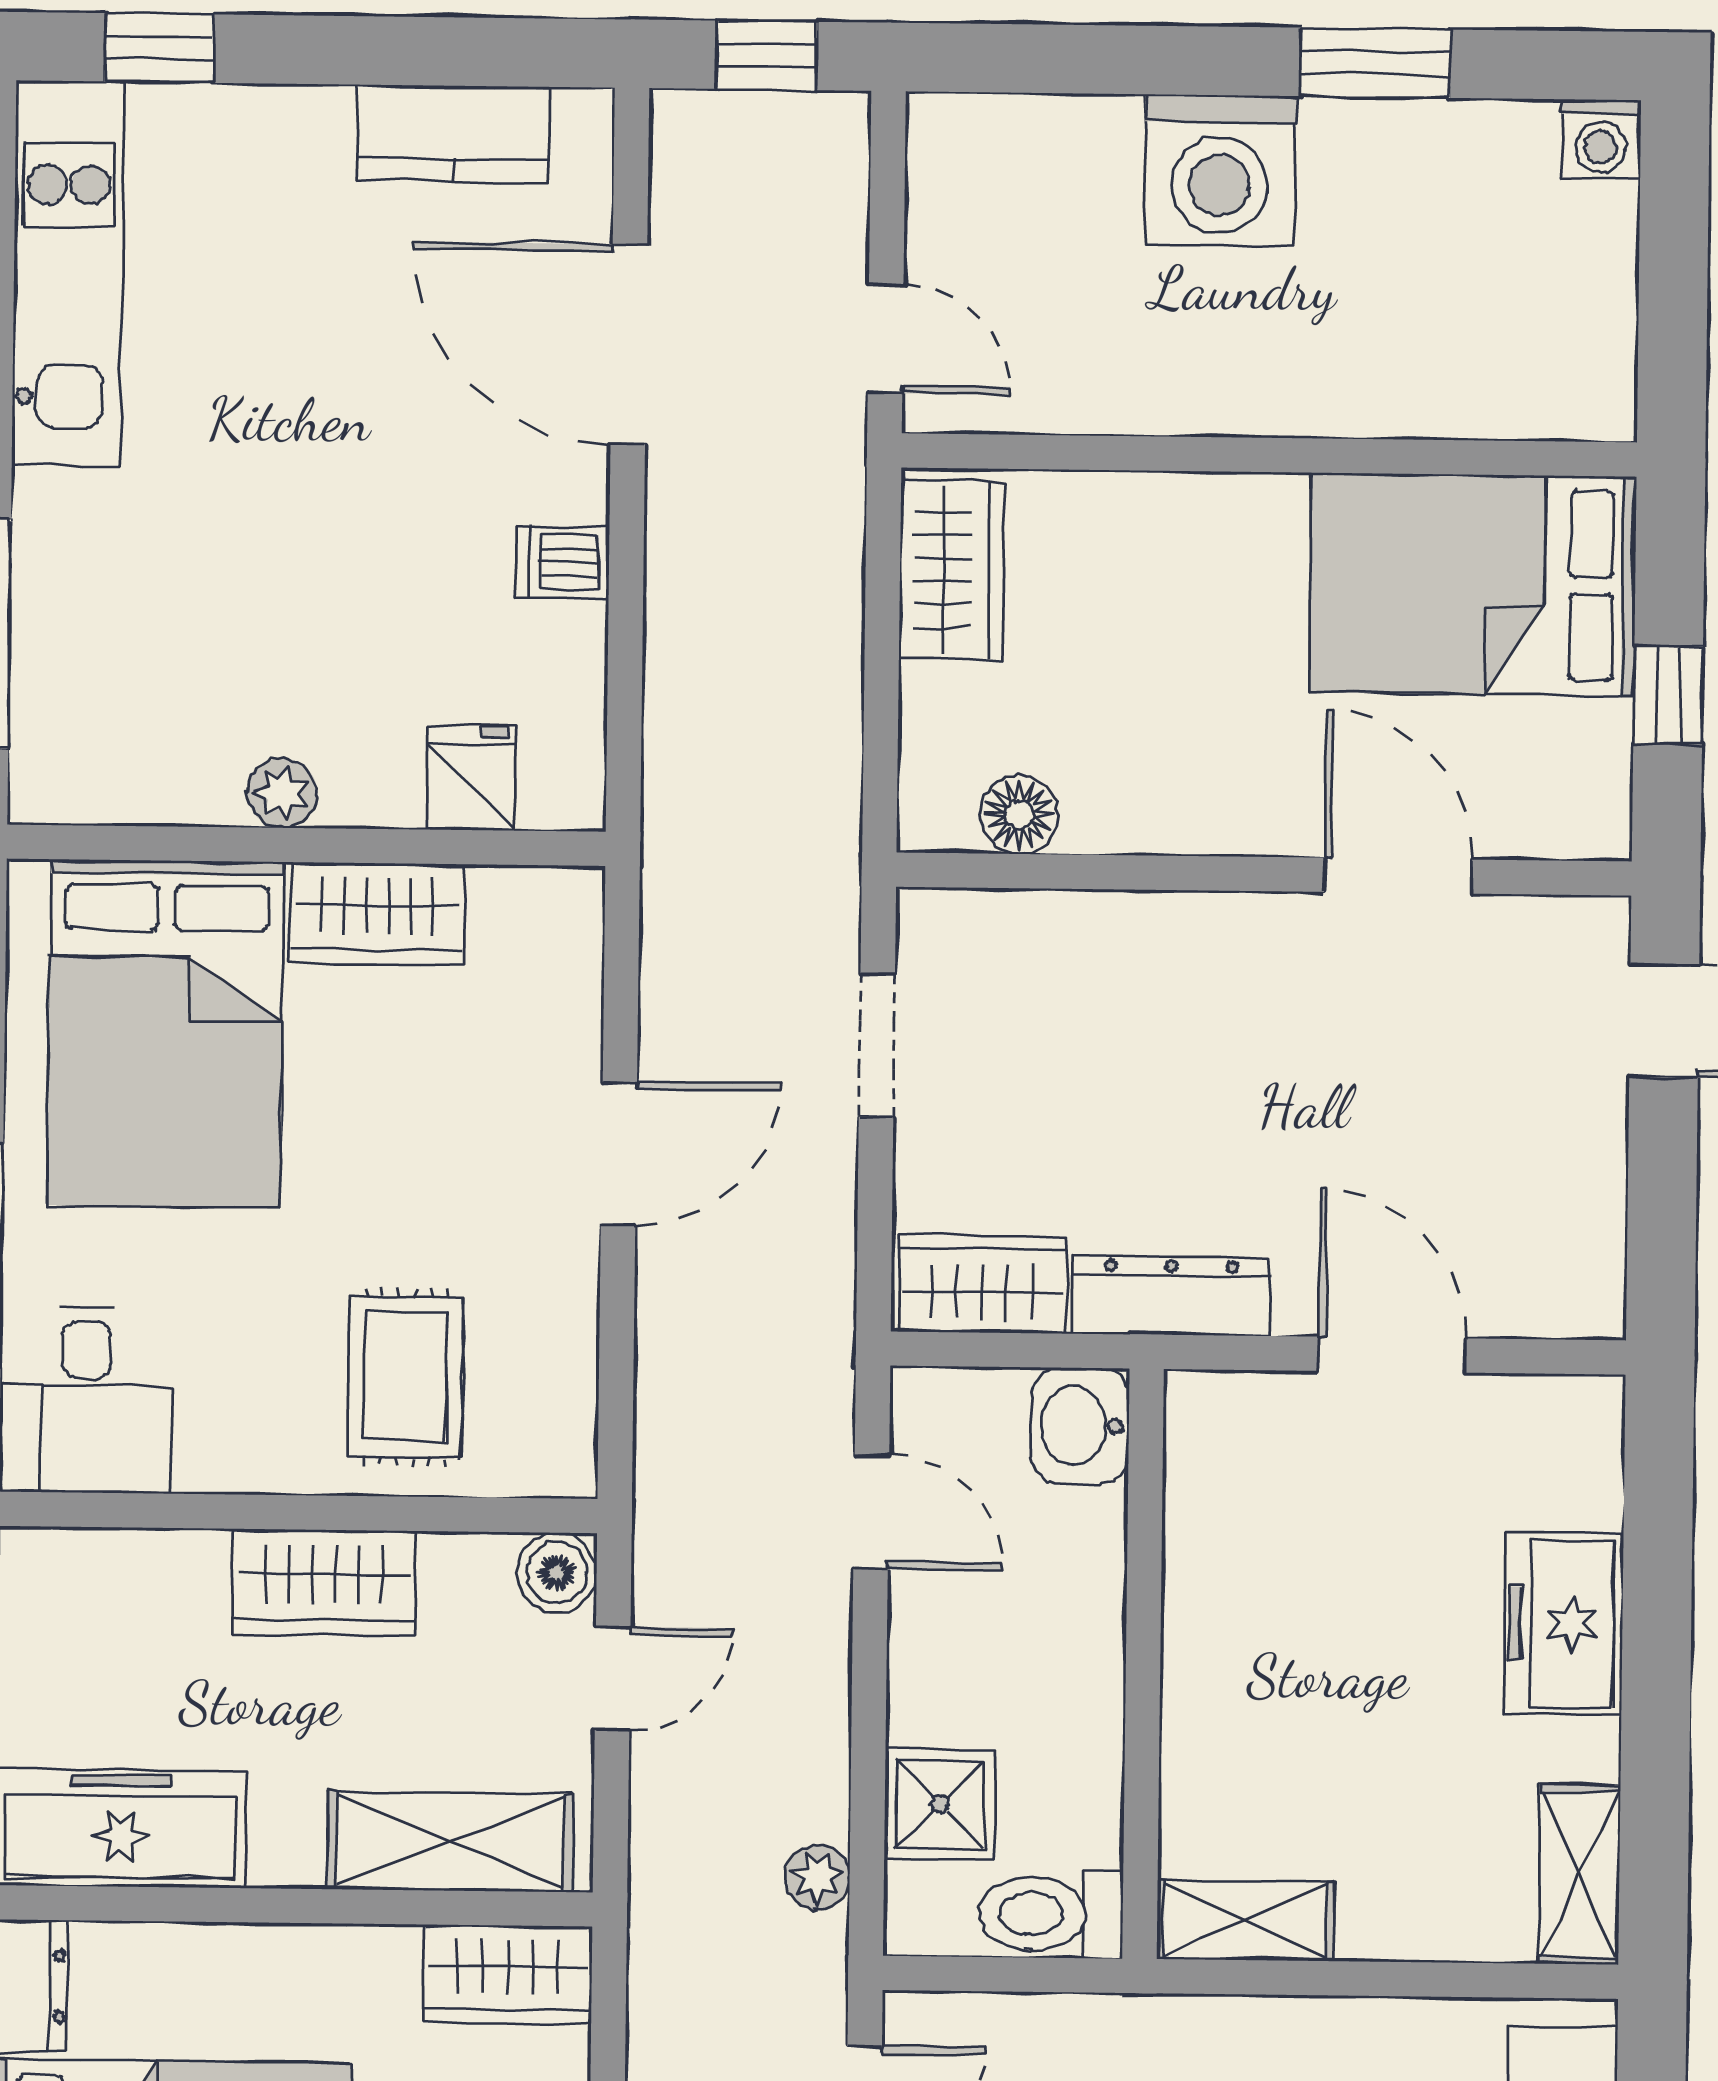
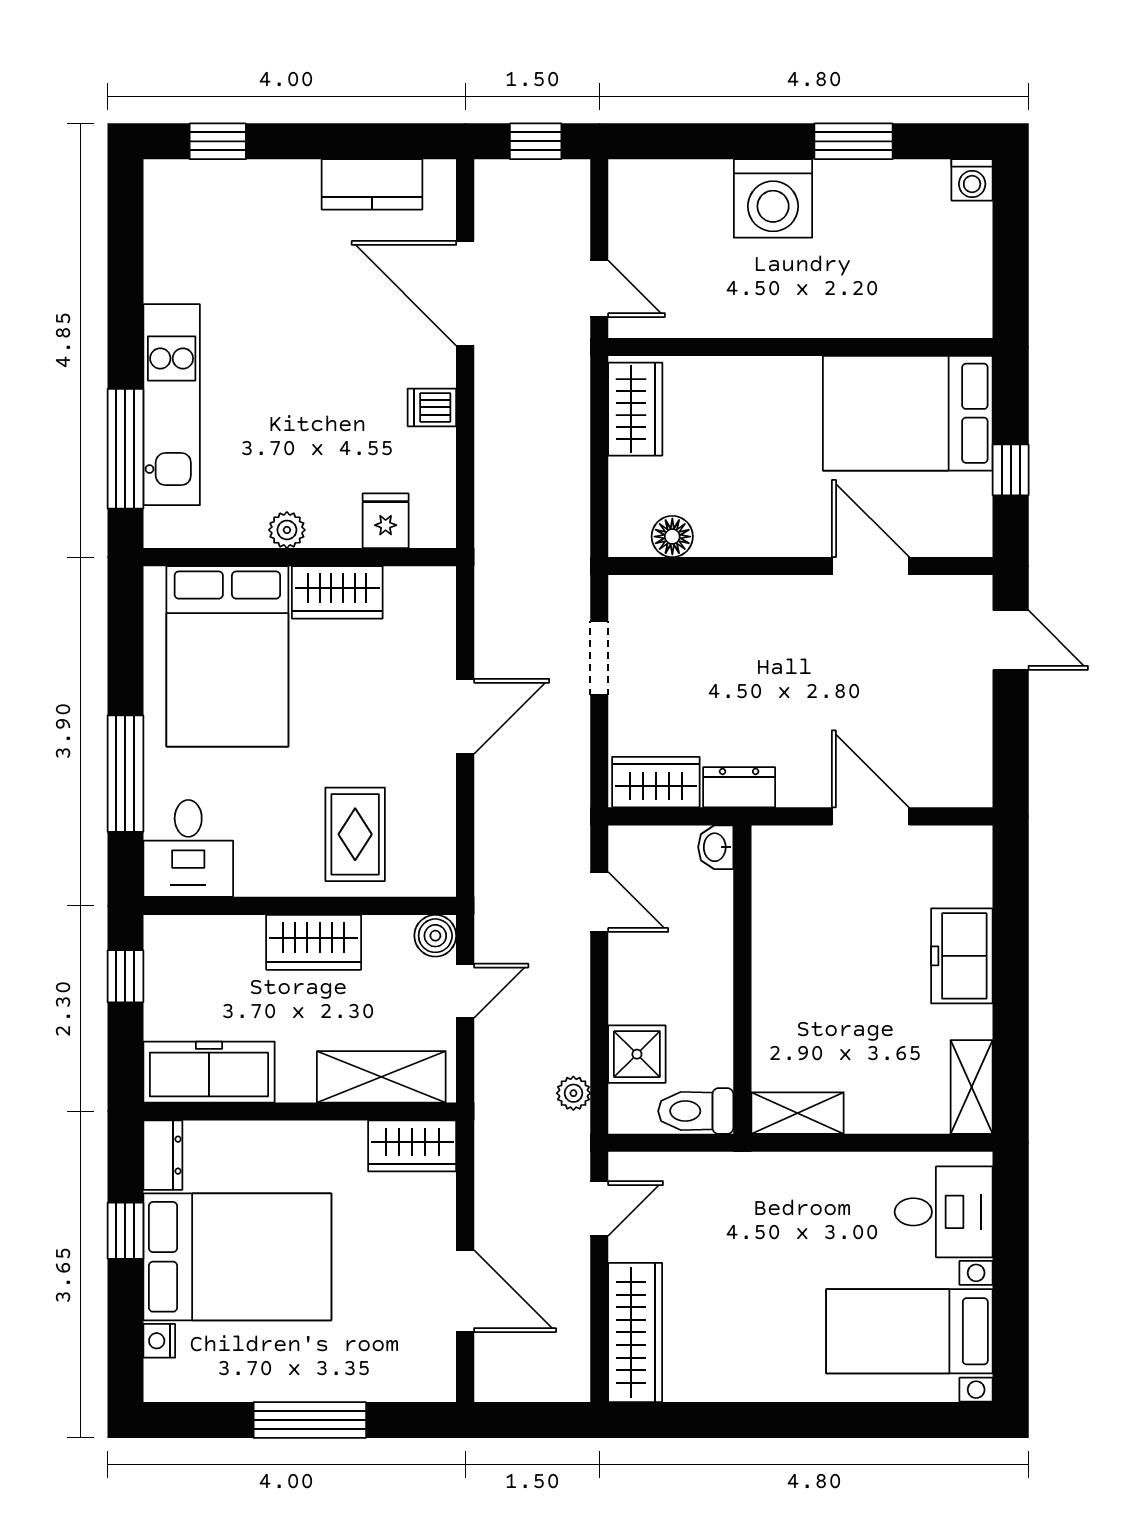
kitchen unit: (68, 273) -> (172, 405), moved
dresser: (1171, 1296) -> (739, 787), width x0.70
washbasin: (1080, 1426) -> (716, 847), width x0.72, depth x0.69

